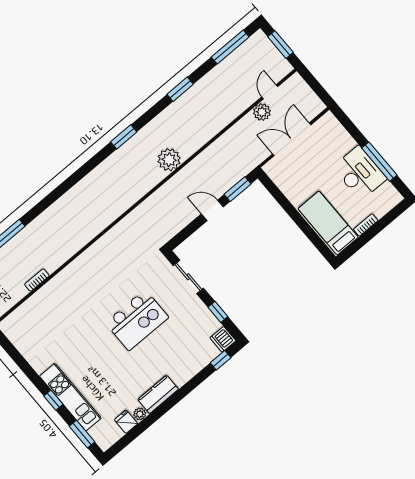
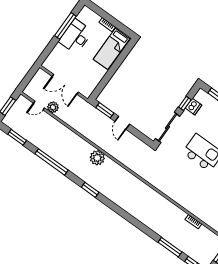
window: (230, 47) -> (17, 137), width x0.69
window: (180, 89) -> (51, 162), width x2.11
sliding door: (188, 277) -> (168, 127), width x1.37
dishwasher: (223, 339) -> (194, 107), moved

